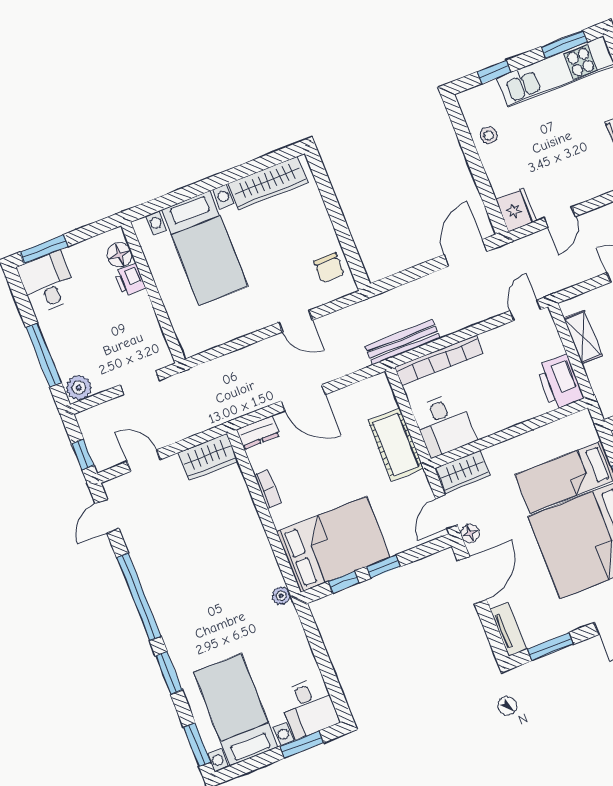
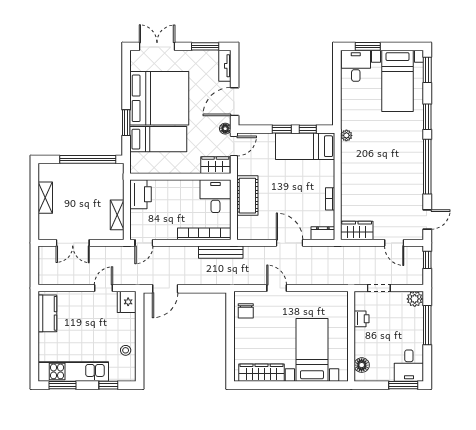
chair: (329, 268) -> (246, 311), turned 180
printer: (130, 280) -> (362, 319), moved
bed: (333, 544) -> (305, 146), width x0.67

